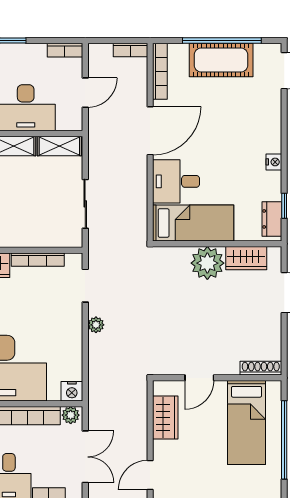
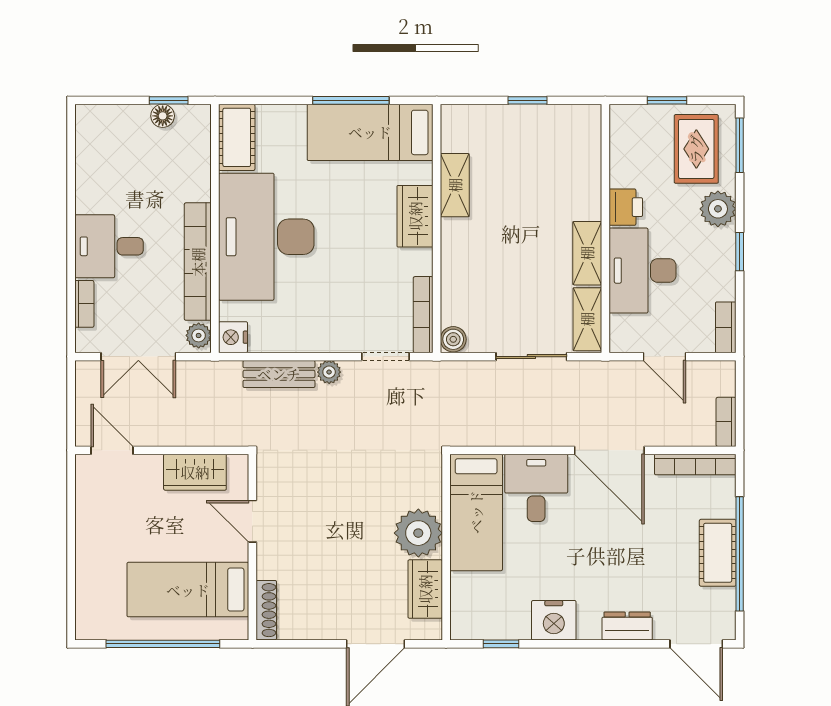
cot: (221, 60) -> (718, 553), width x0.73, depth x0.75
nightstand: (274, 162) -> (554, 620), width x1.89, depth x1.79
sliding door: (85, 204) -> (531, 357), moved
dresser: (272, 219) -> (627, 626), moved
boiler: (73, 239) -> (453, 339), added
bookcase: (38, 260) -> (423, 315), moved
bench: (97, 359) -> (279, 374), added

